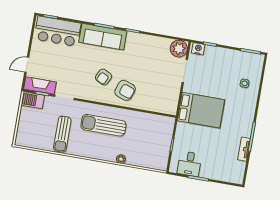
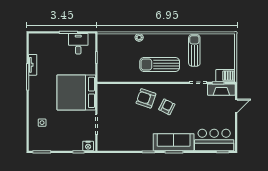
plant: (179, 49) -> (105, 143), removed
bed: (201, 110) -> (76, 92), width x1.36
sun lounger: (103, 125) -> (160, 64), turned 180

